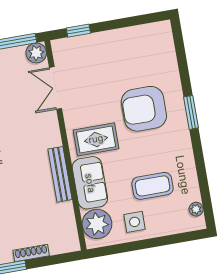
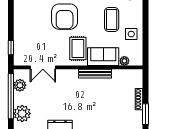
plant: (36, 53) -> (20, 85), moved
plant: (97, 224) -> (124, 61), width x0.53, depth x0.53

